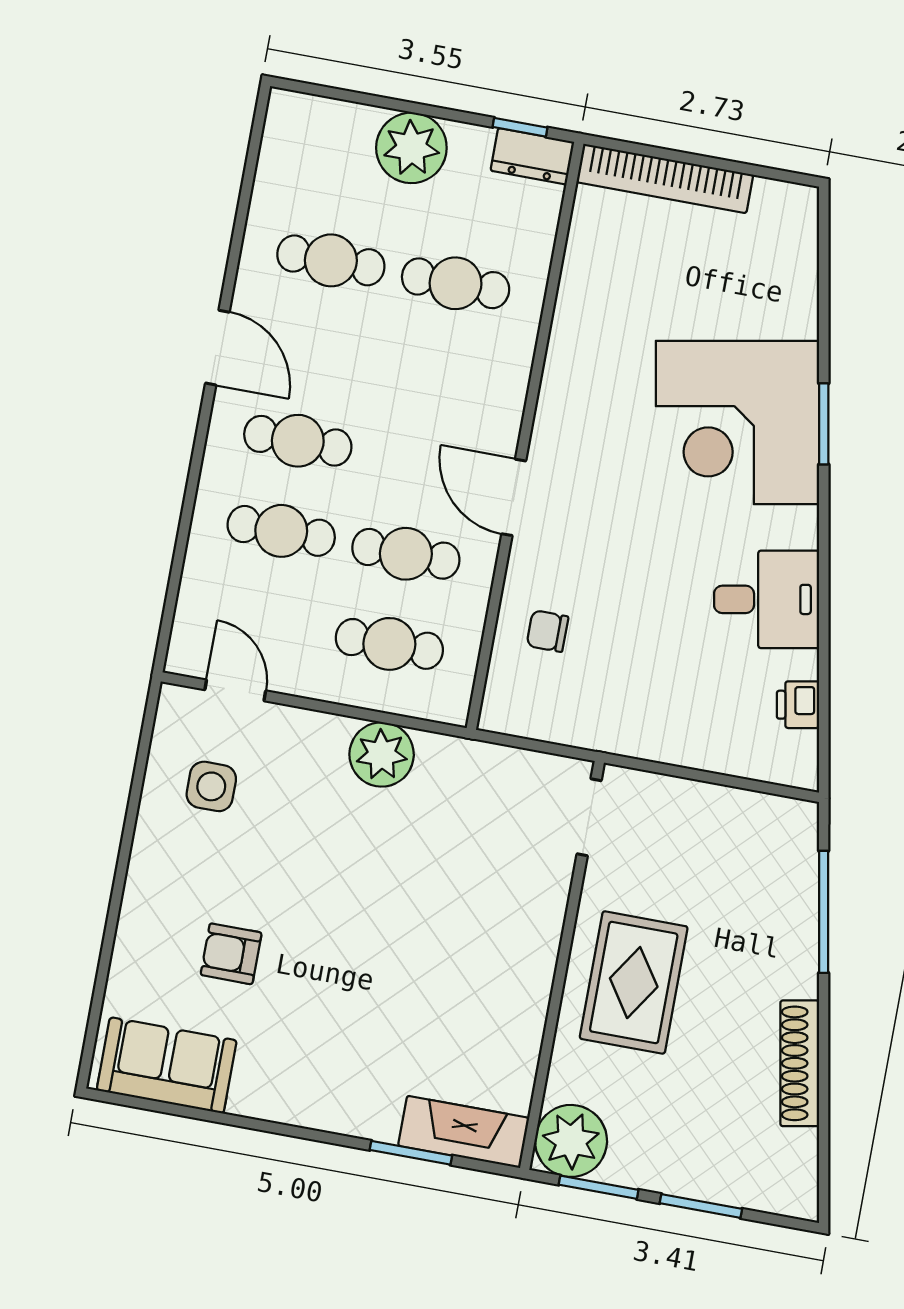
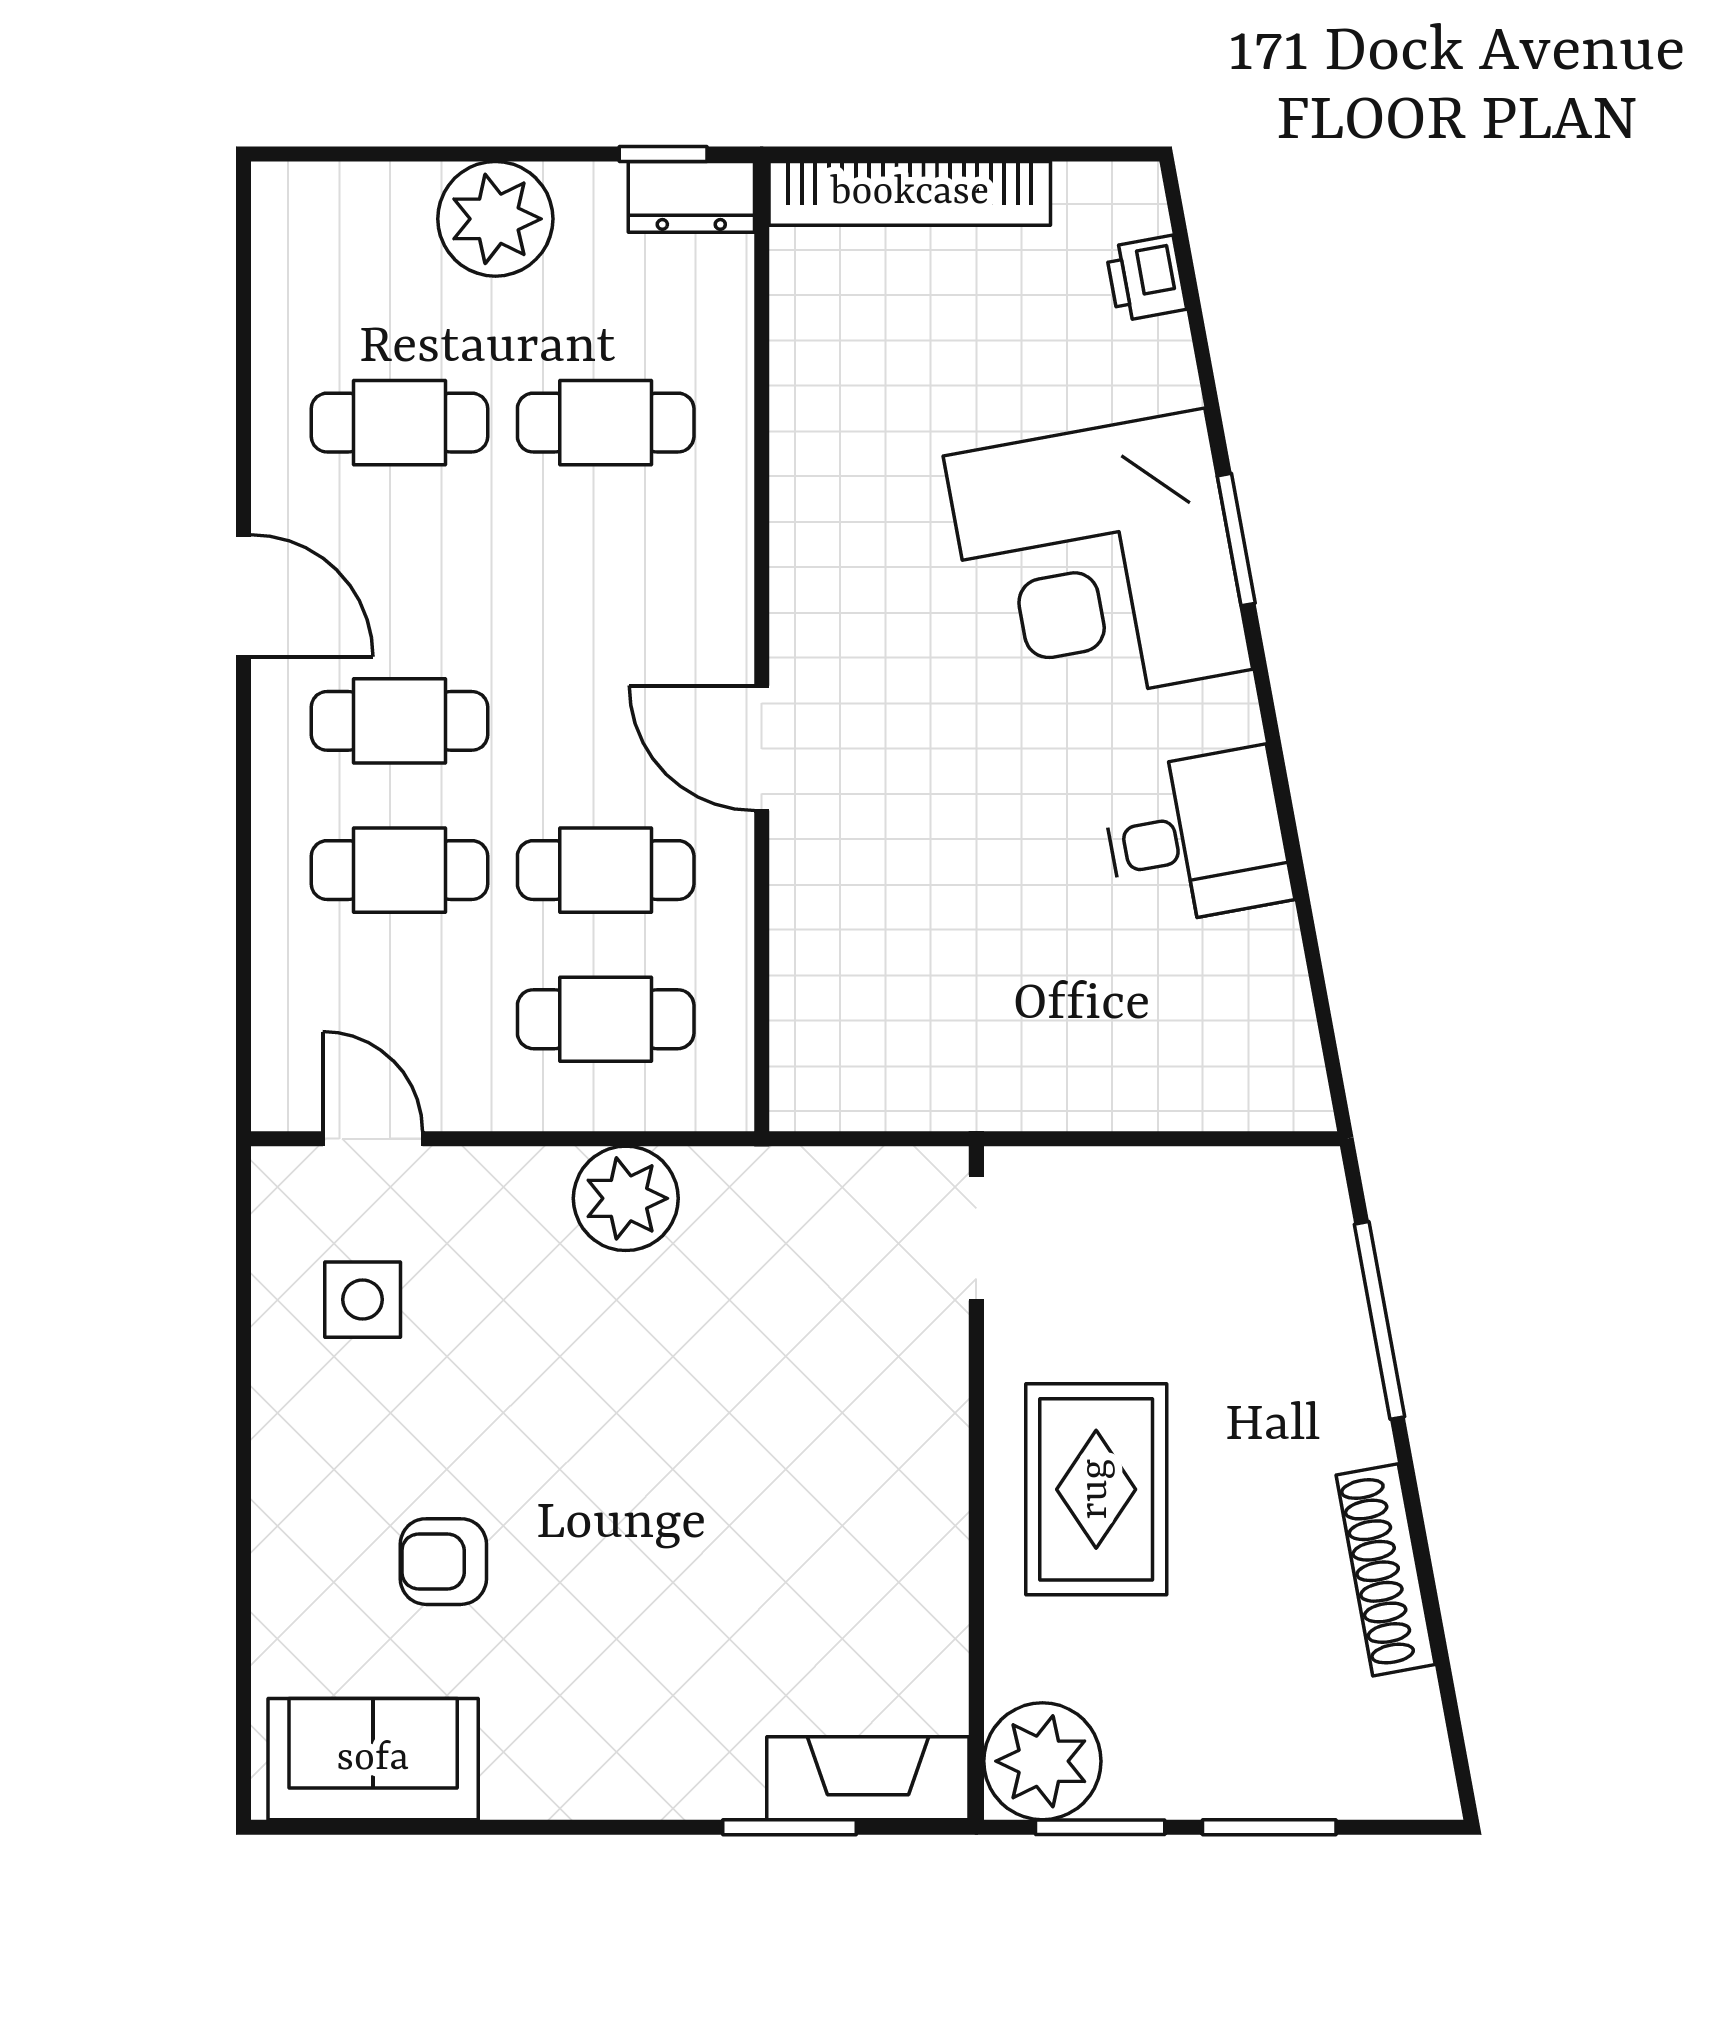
chair: (547, 631) -> (855, 952), removed
printer: (798, 705) -> (1146, 278), moved

